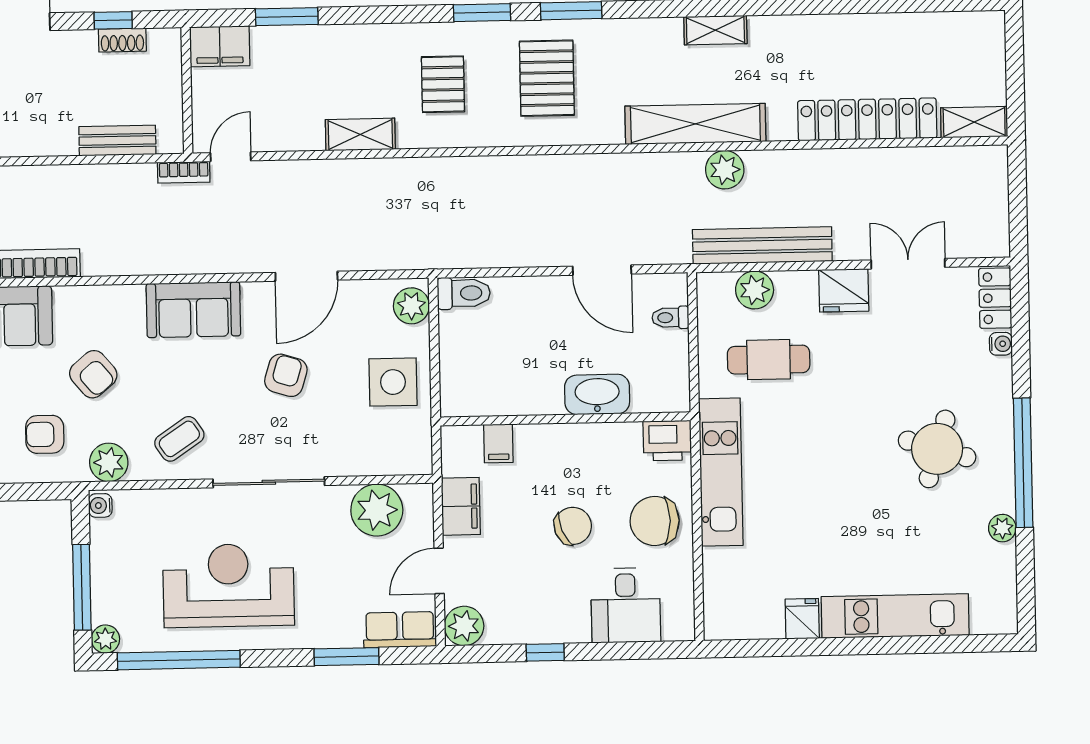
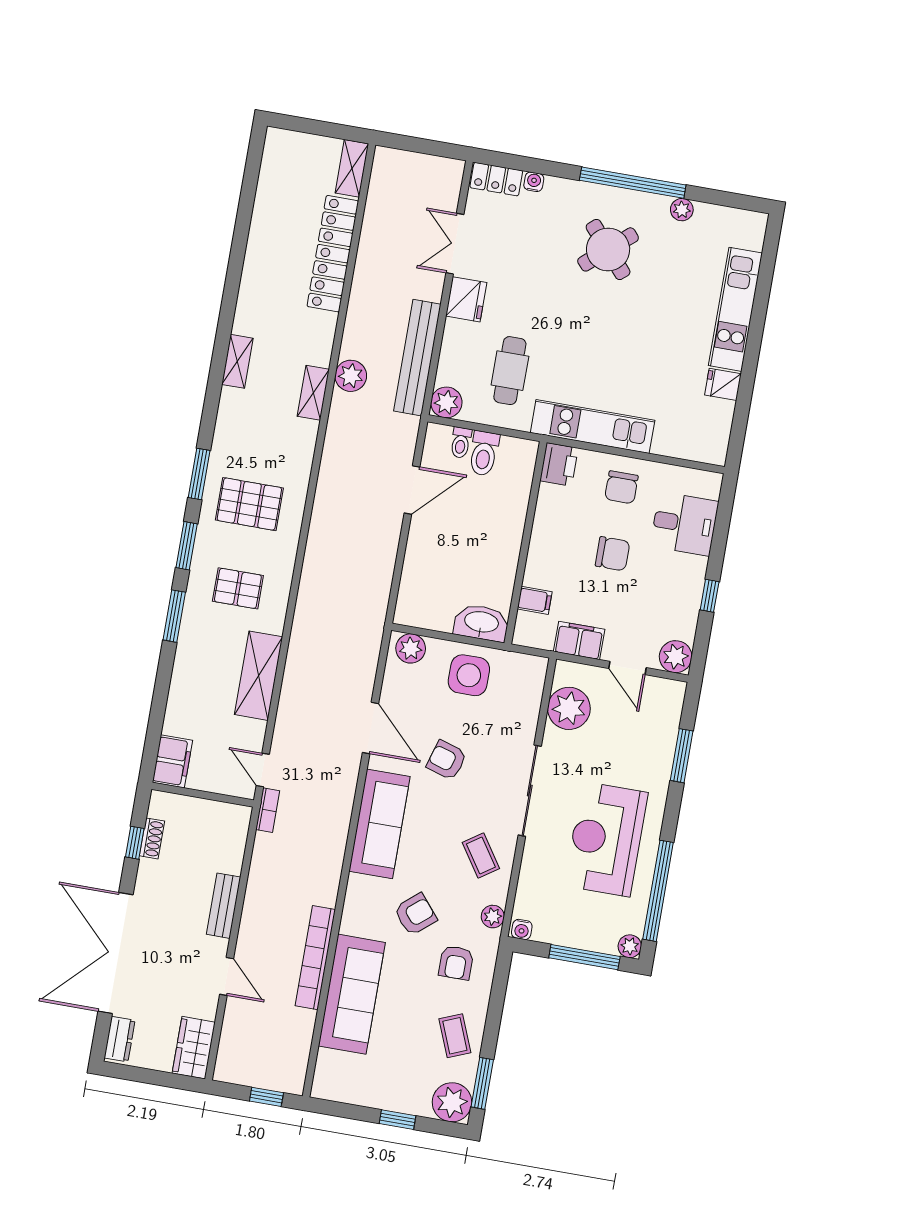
window: (287, 17) -> (174, 616), moved
shelving: (695, 124) -> (313, 393), width x0.45, depth x0.75
shelving: (360, 134) -> (259, 676), width x1.50, depth x1.33
bench: (117, 140) -> (224, 906), moved
plant: (755, 290) -> (446, 402), moved
toilet: (464, 293) -> (484, 453), moved, turned 180
sofa: (193, 310) -> (379, 824), width x1.36
washbasin: (597, 394) -> (481, 623), moved, turned 90
round table: (937, 449) -> (608, 249), turned 32
plant: (109, 462) -> (493, 917), width x0.73, depth x0.73
chair: (655, 521) -> (621, 487), width x0.73, depth x0.73
chair: (573, 526) -> (613, 554), turned 112
row of seats: (400, 630) -> (668, 709), removed

